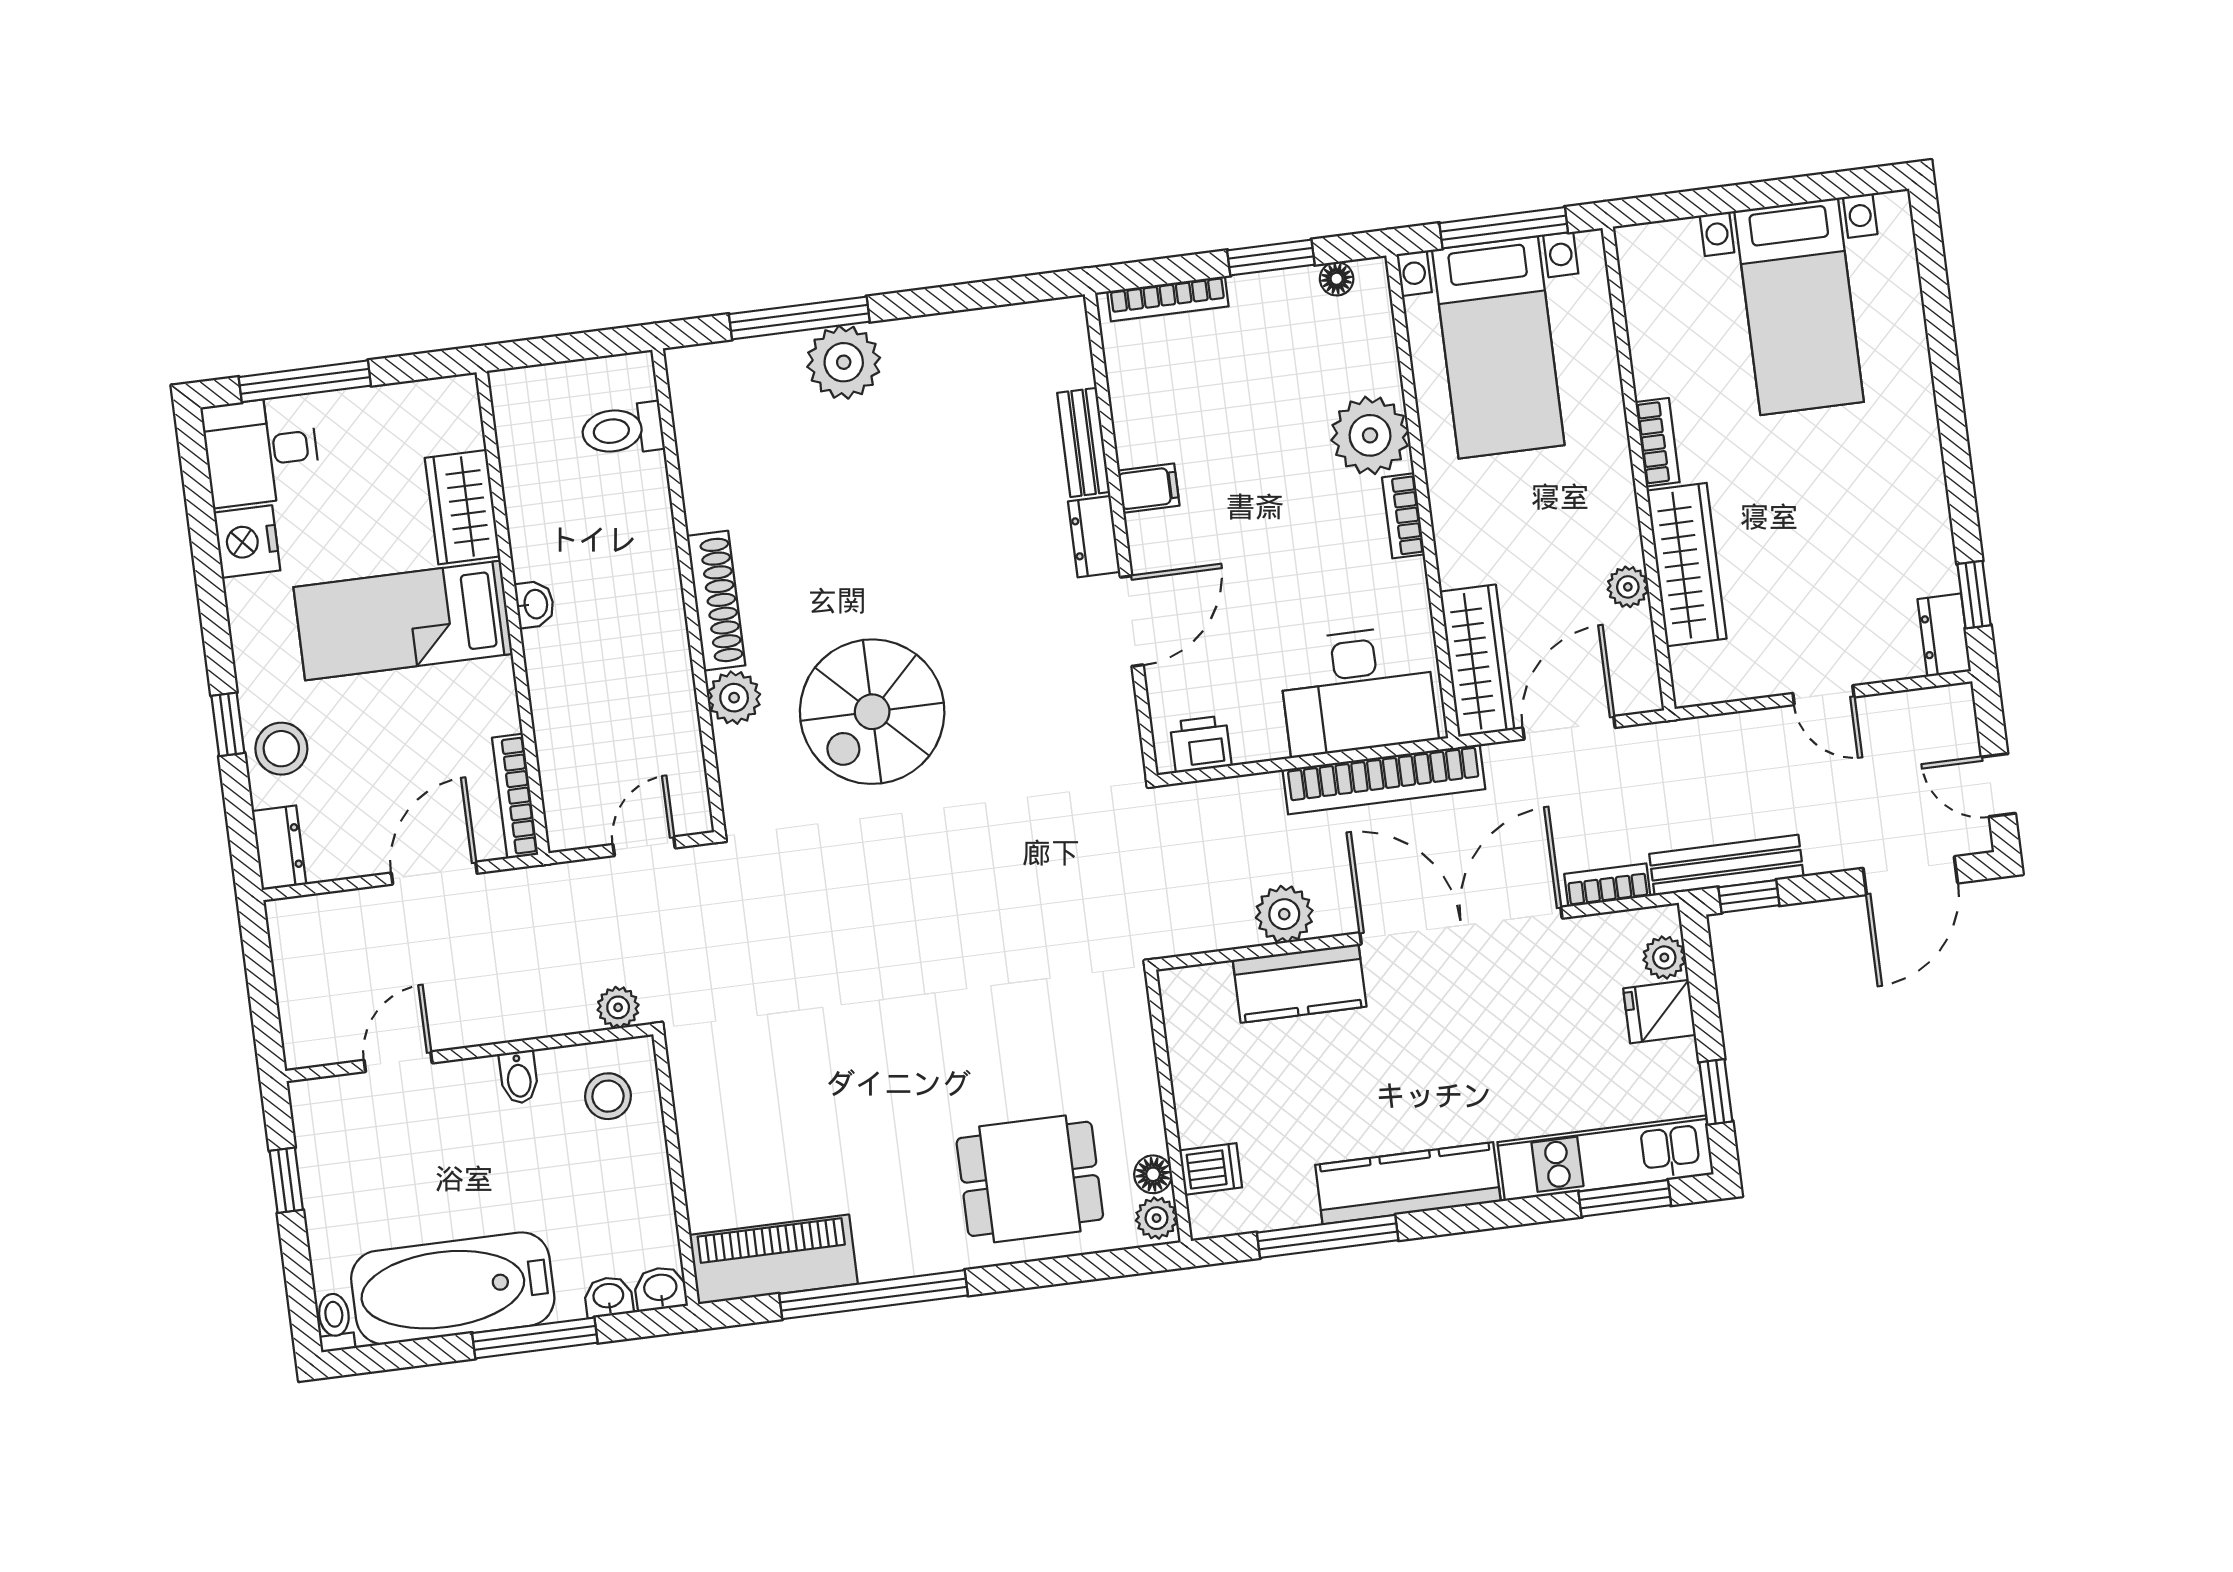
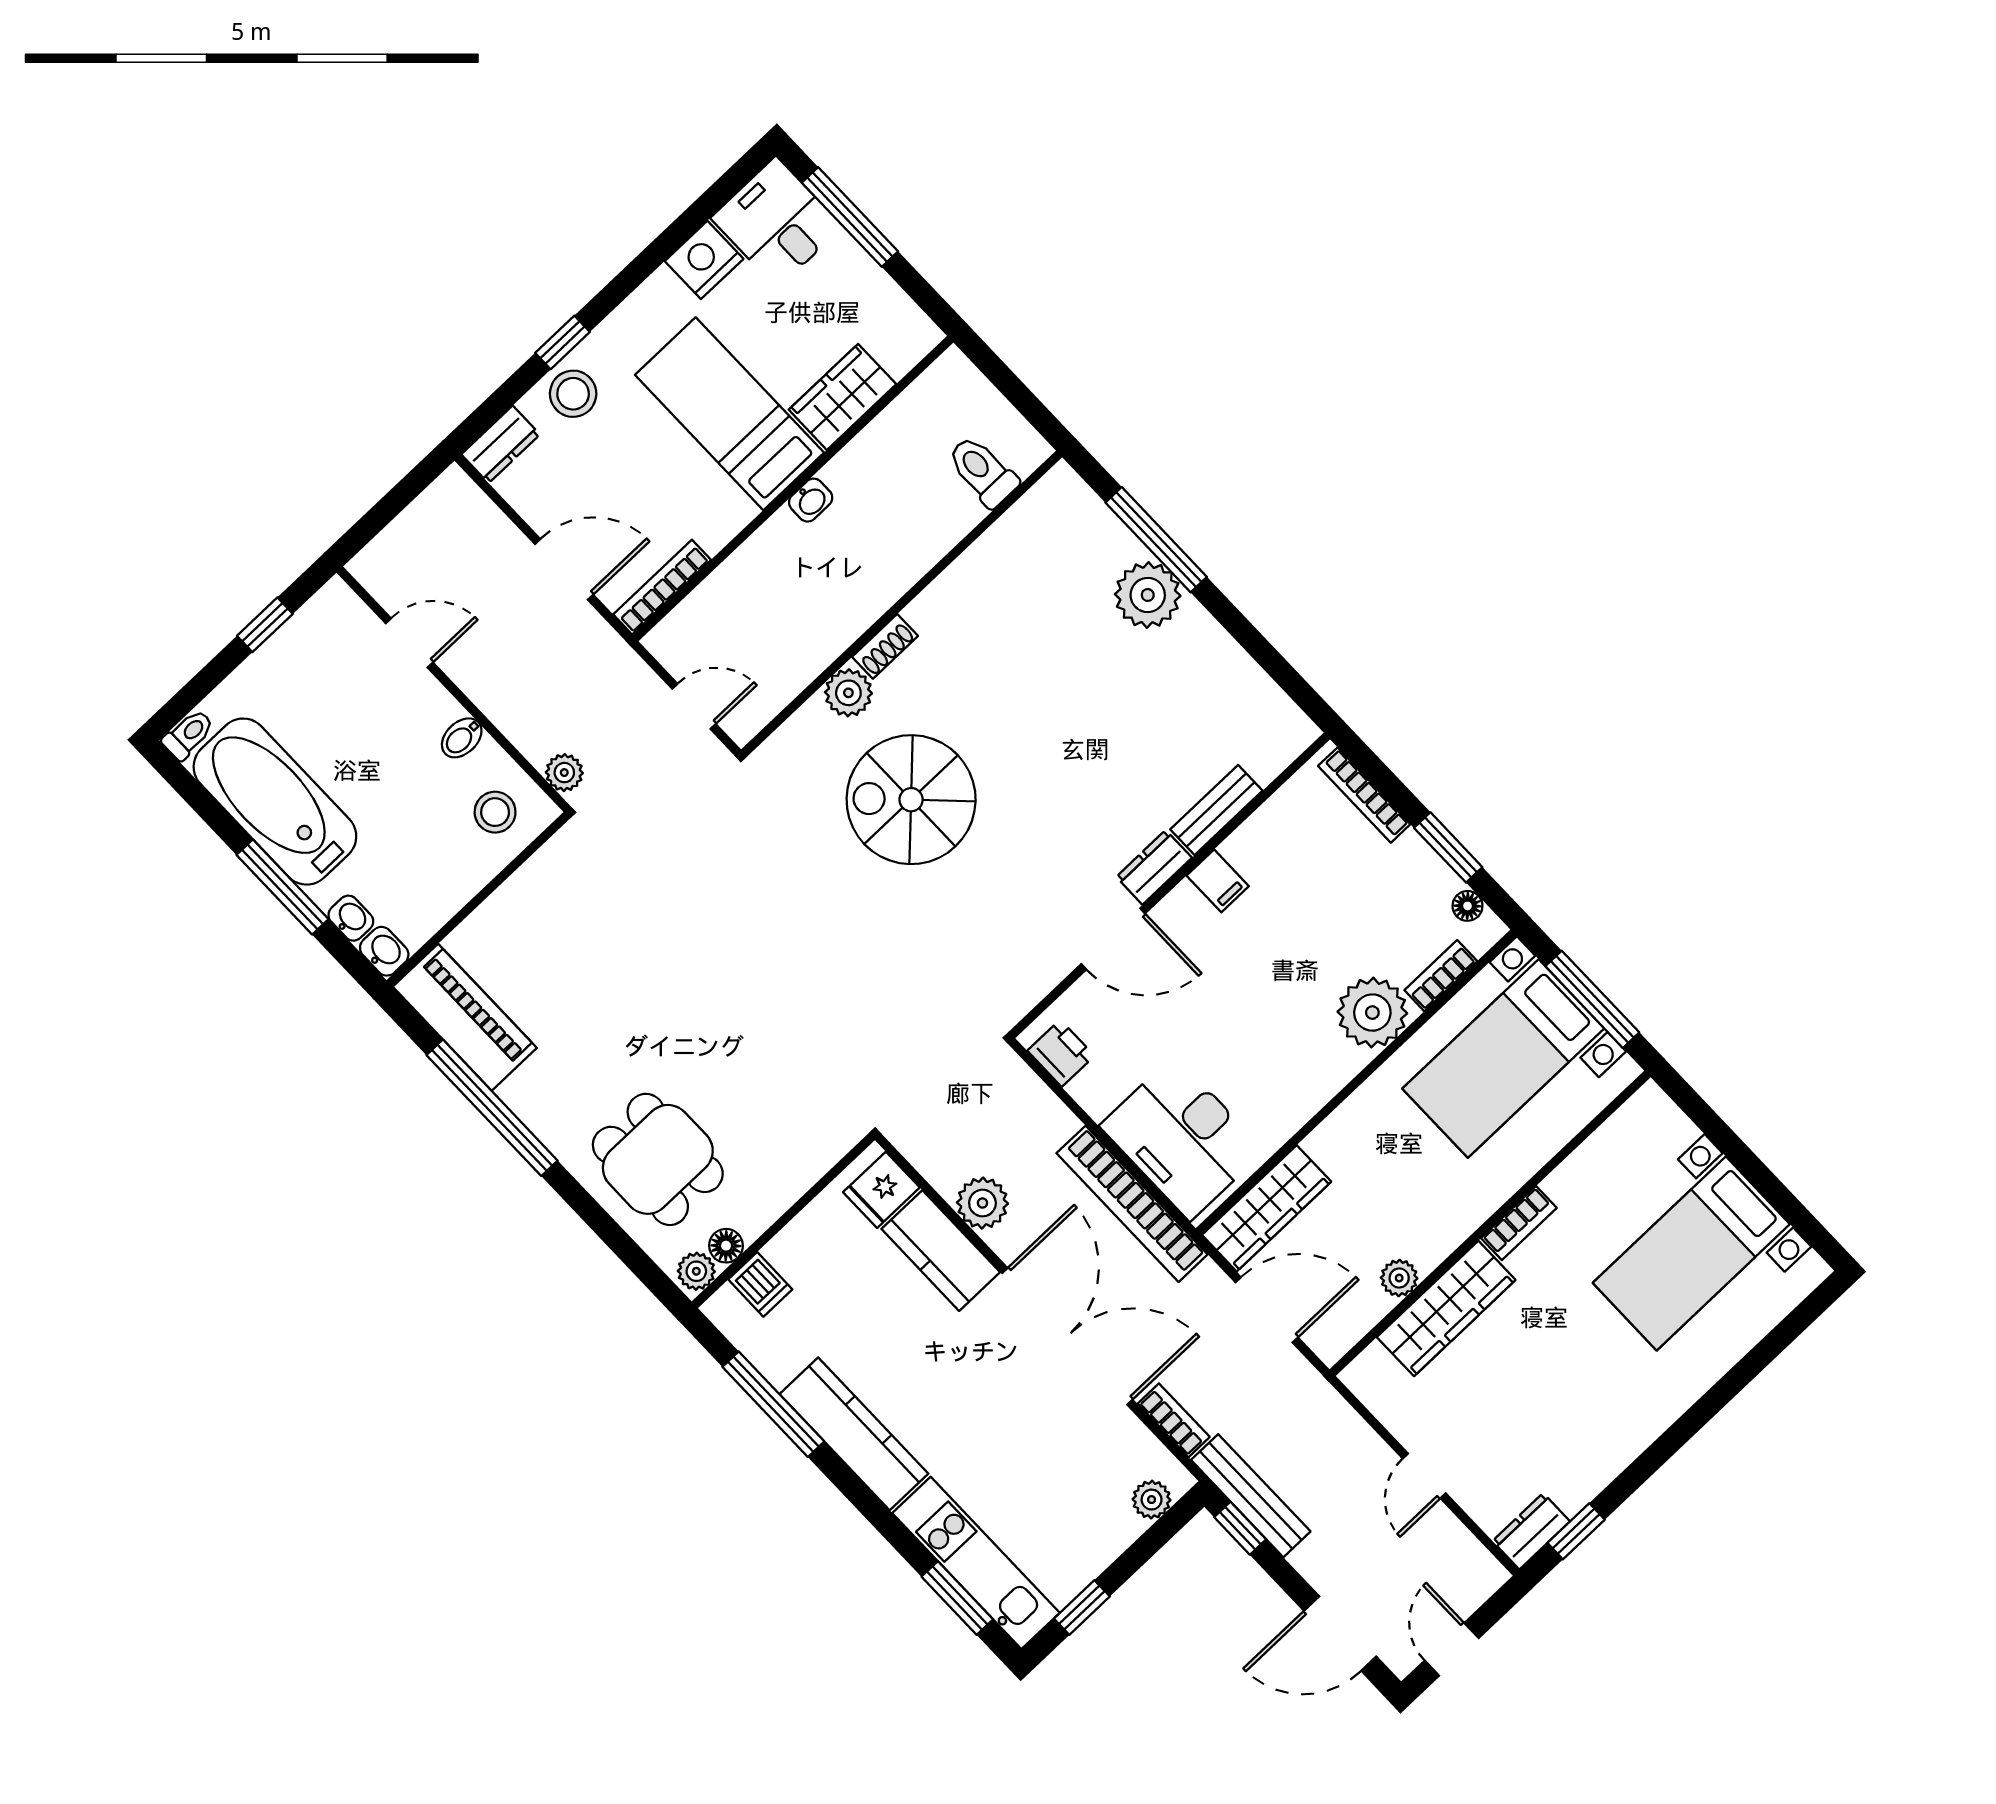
bookcase: (1403, 516) -> (1441, 976), moved
shoe rack: (716, 601) -> (885, 646), width x0.51, depth x0.81
fridge: (1659, 1012) -> (881, 1190), moved, turned -90

